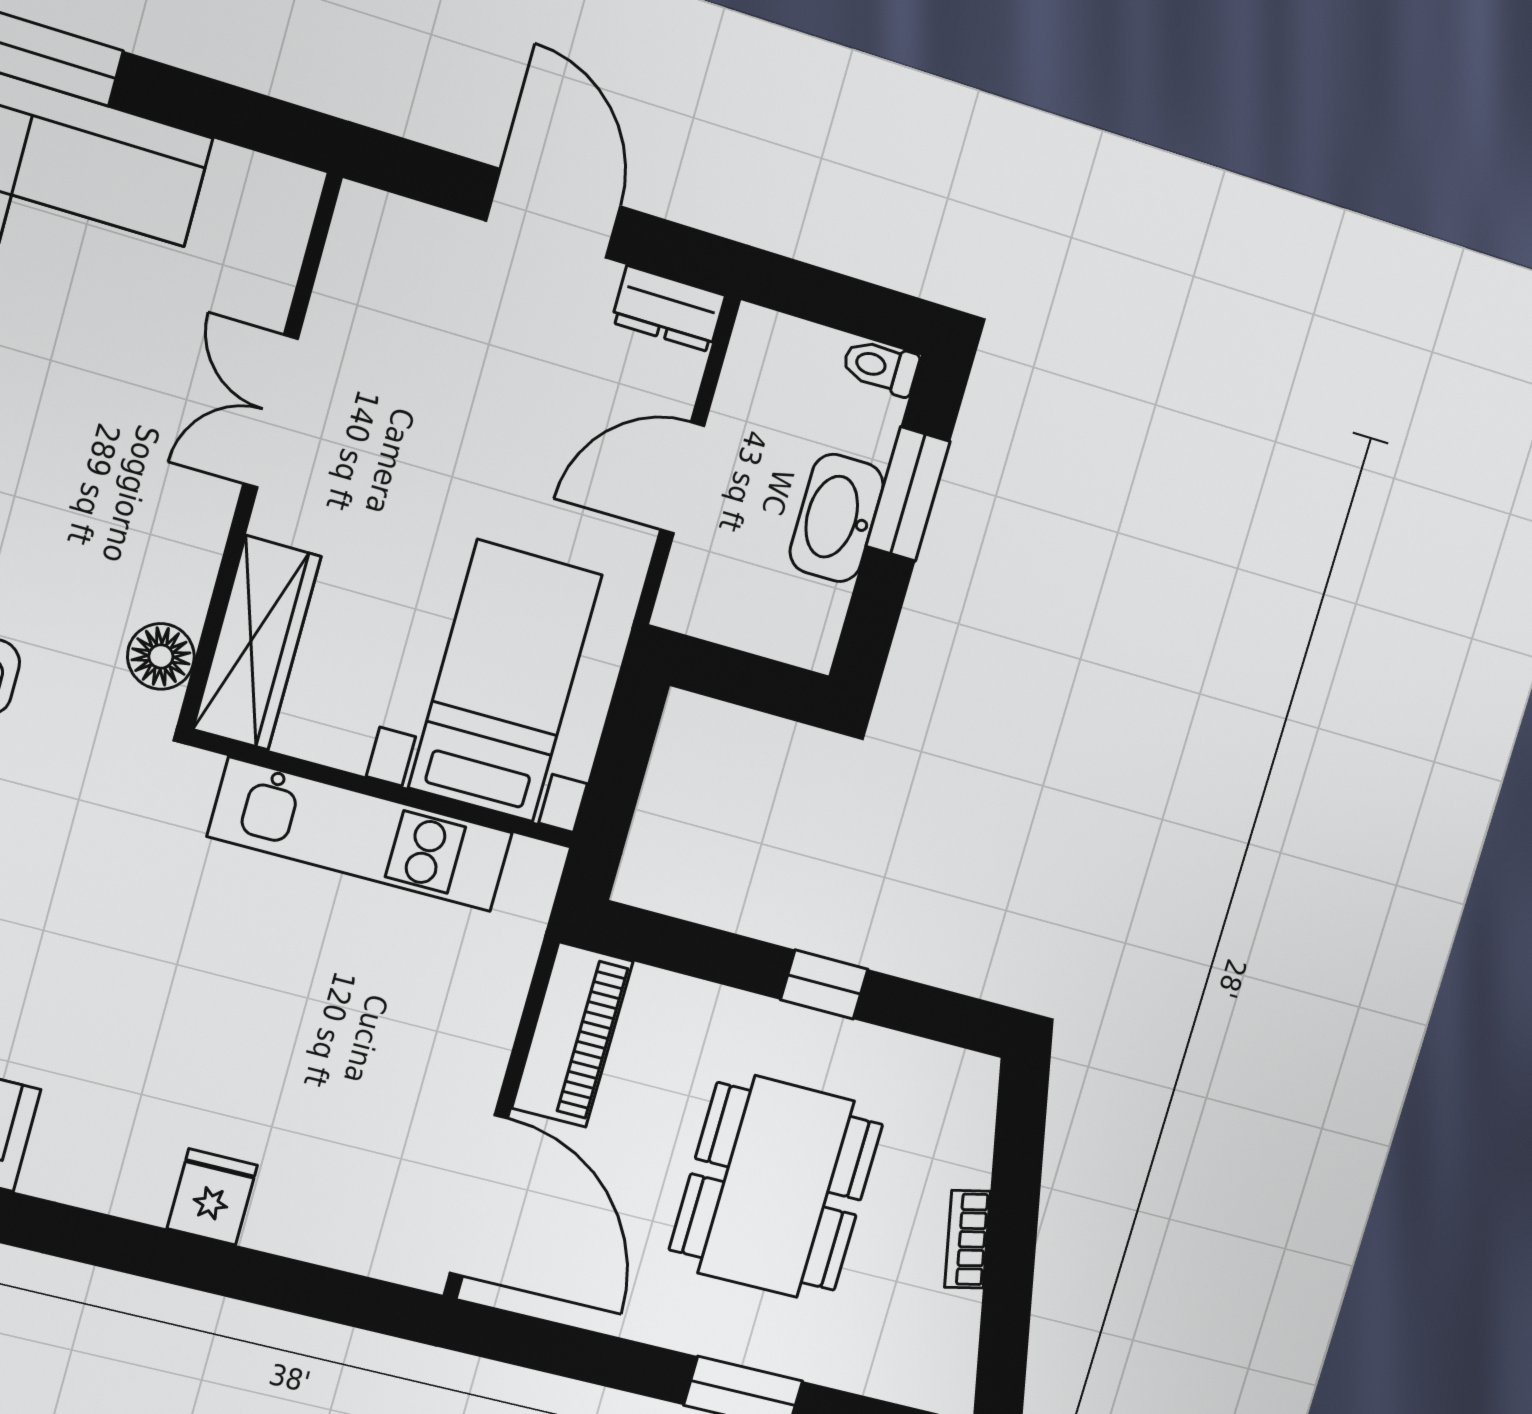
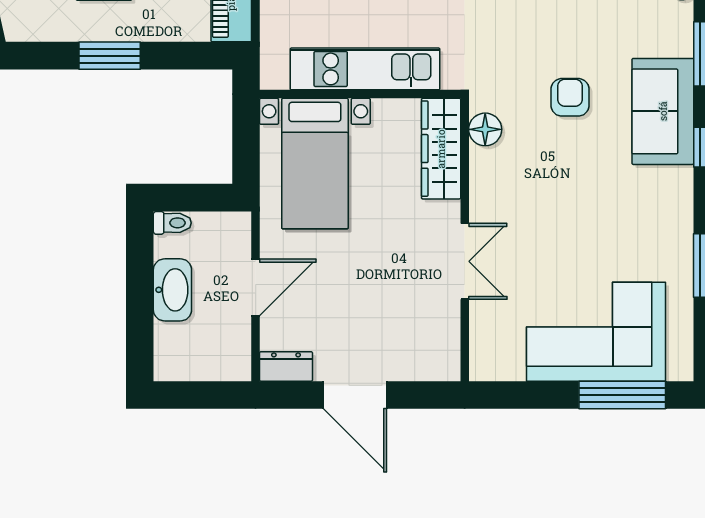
toilet: (881, 367) -> (172, 223), moved
window: (908, 494) -> (140, 312), removed
window: (824, 984) -> (110, 56), width x1.50

